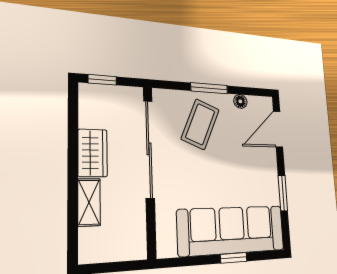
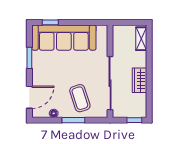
coffee table: (200, 124) -> (80, 98), turned -41
shelving: (89, 202) -> (141, 39), moved
window: (234, 258) -> (50, 22), moved

